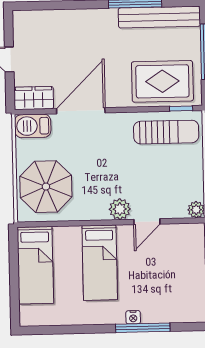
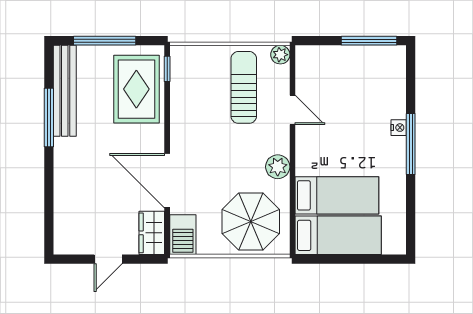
sun lounger: (166, 132) -> (244, 87), moved
plant: (120, 209) -> (278, 167), moved
bed: (100, 263) -> (337, 195), moved
window: (143, 328) -> (411, 144), moved

